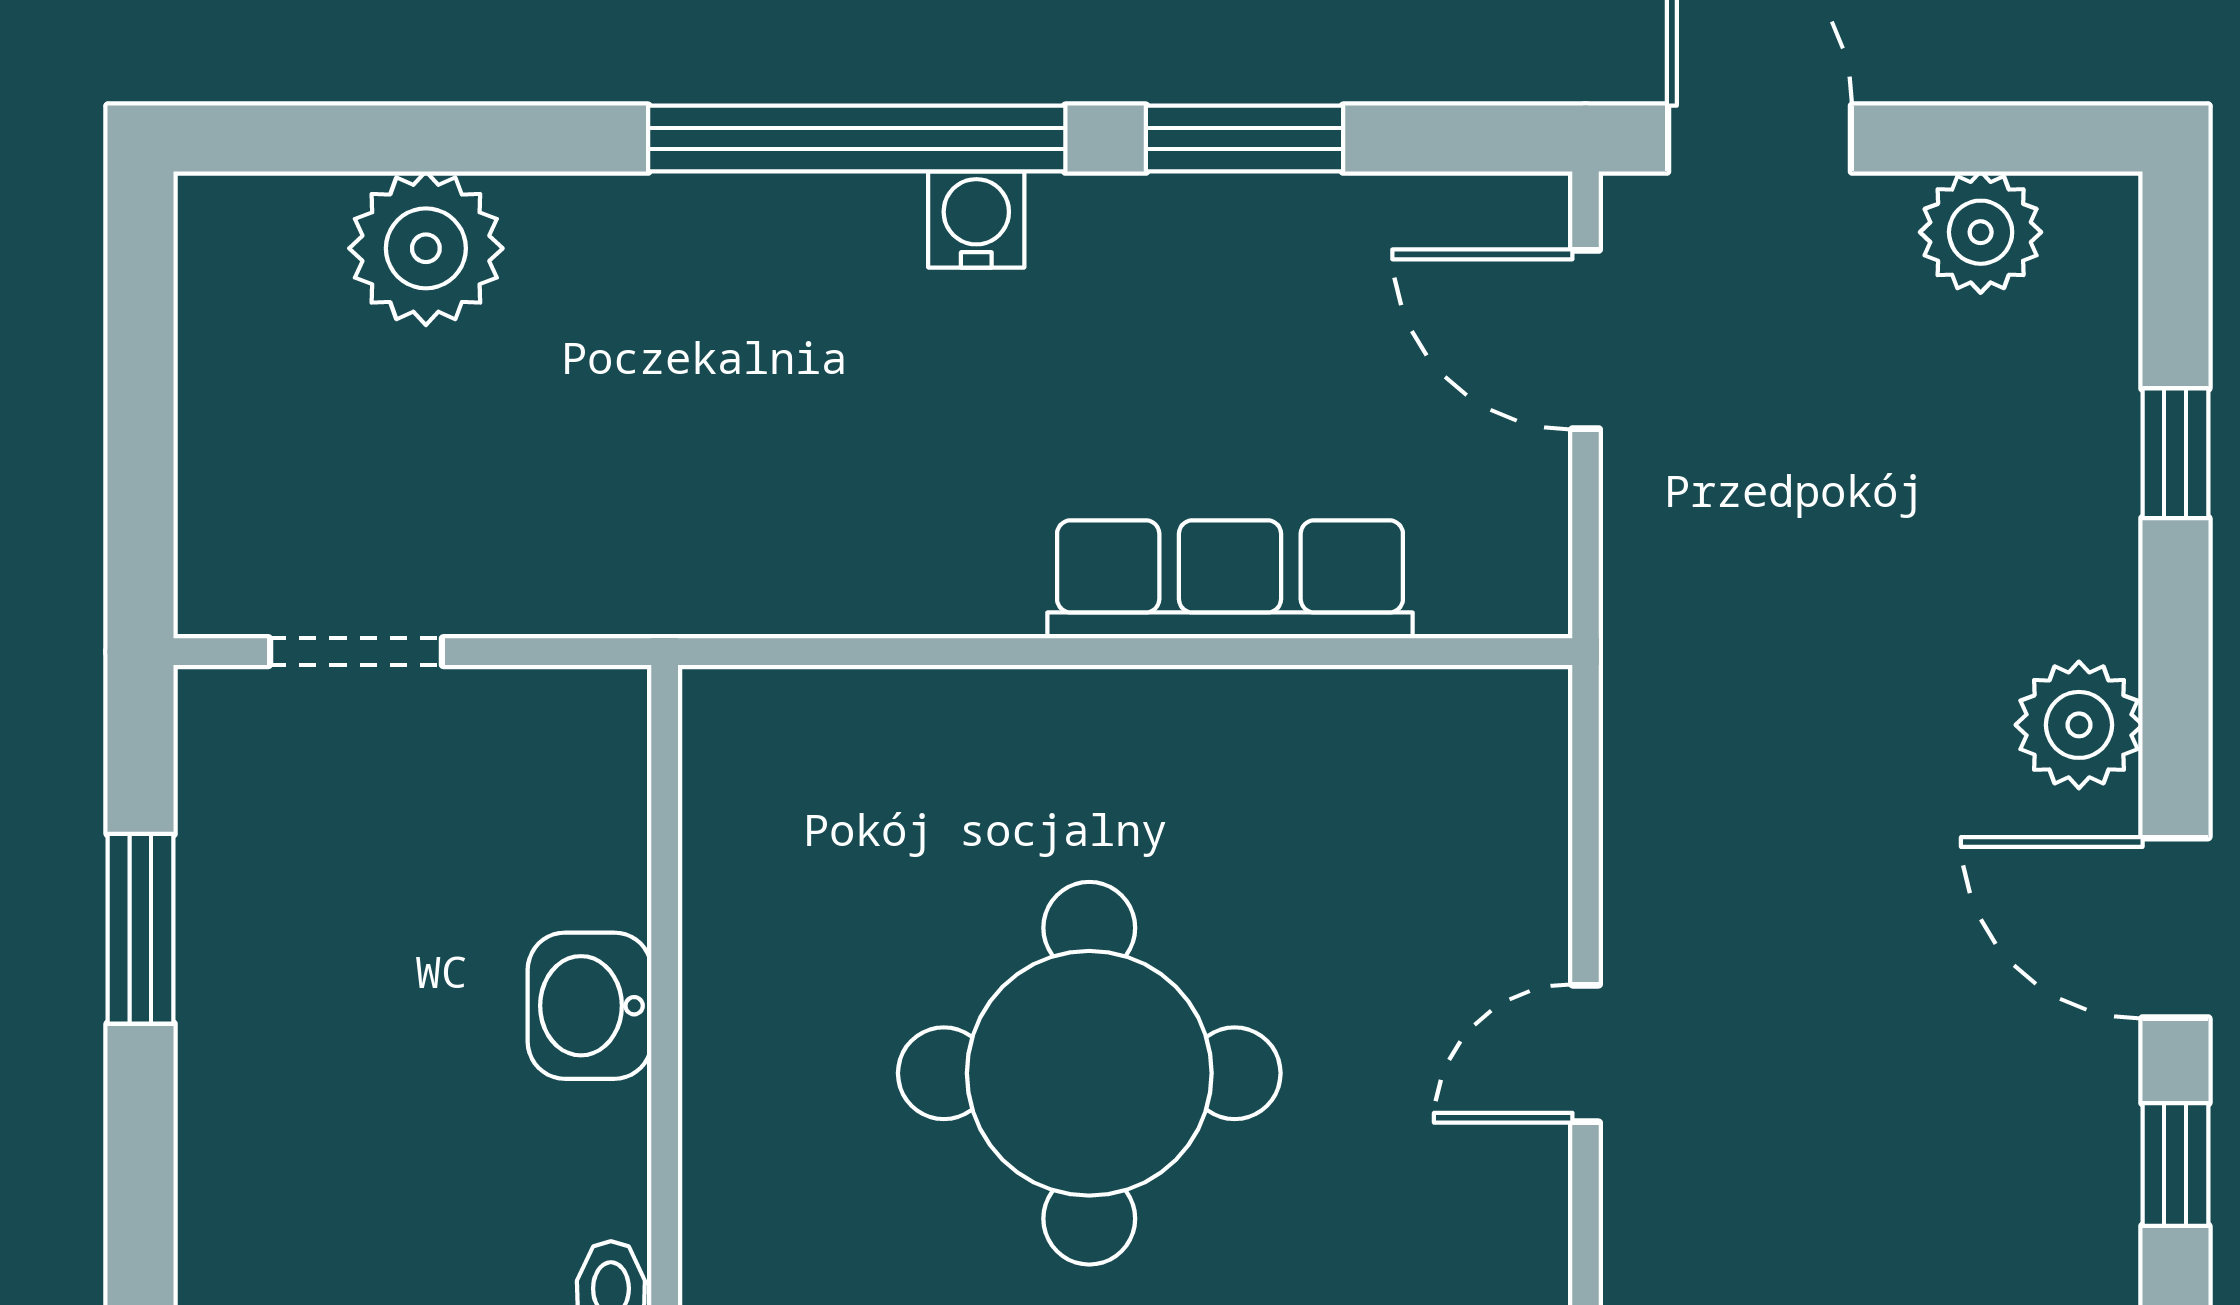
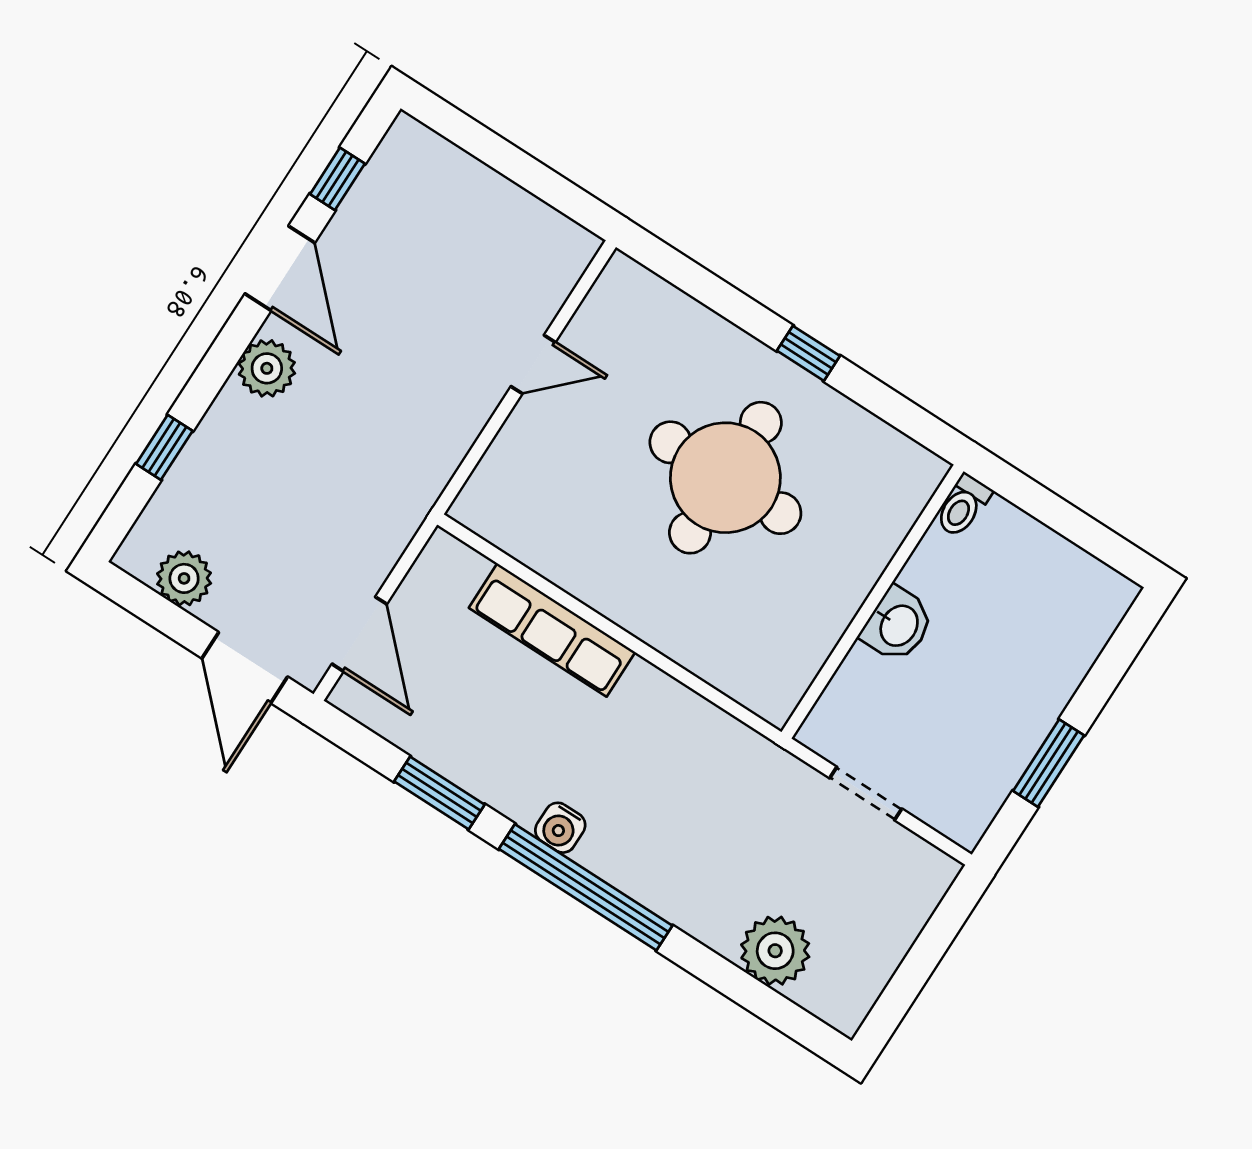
doorway: (356, 652) -> (866, 793), moved

